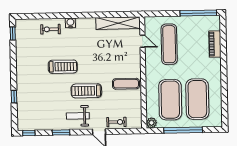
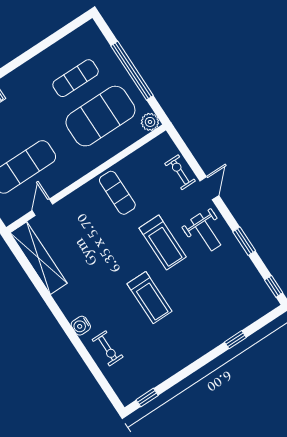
treadmill: (63, 67) -> (150, 298), turned 180
exercise mat: (197, 99) -> (76, 78), width x0.50, depth x0.69

